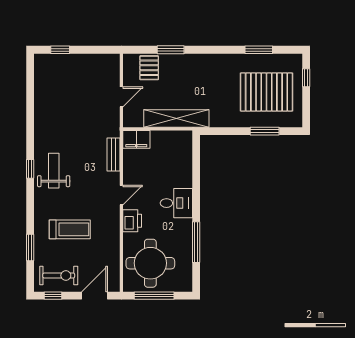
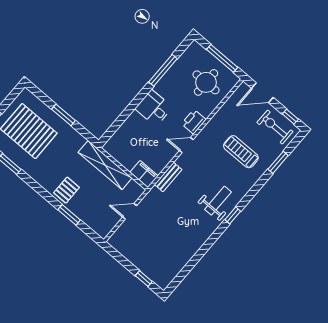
pallet: (149, 68) -> (67, 190), moved
window: (265, 131) -> (63, 115), moved
weight bench: (54, 171) -> (218, 201), turned 180
round table: (150, 263) -> (206, 82), width x0.73, depth x0.73

